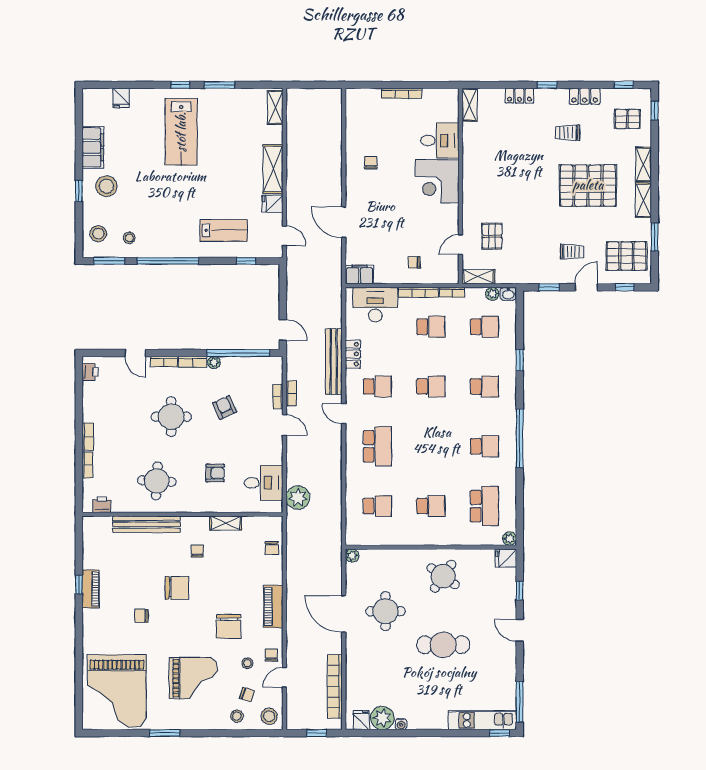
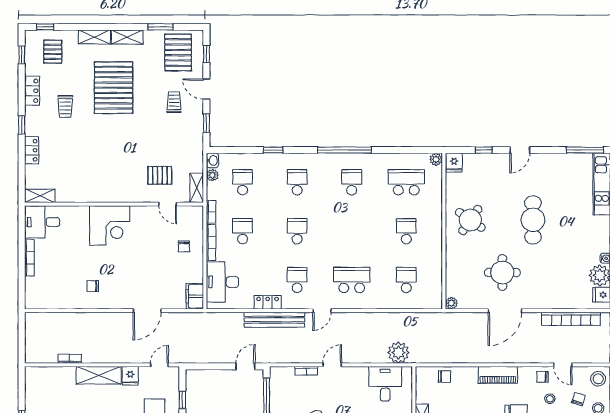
shelving: (275, 107) -> (42, 373), removed
desk: (440, 140) -> (42, 222), moved, turned -90
bookcase: (291, 393) -> (70, 359), moved

